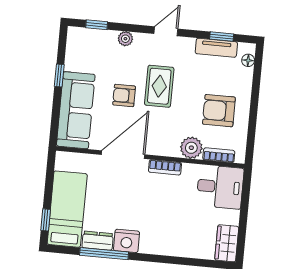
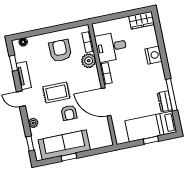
tv unit: (216, 48) -> (24, 76), moved
sofa: (76, 110) -> (64, 145), moved
armchair: (219, 111) -> (60, 51), turned 180
desk: (220, 187) -> (111, 47), moved, turned -90
window: (46, 220) -> (151, 140), moved
nightstand: (127, 241) -> (153, 55), moved

